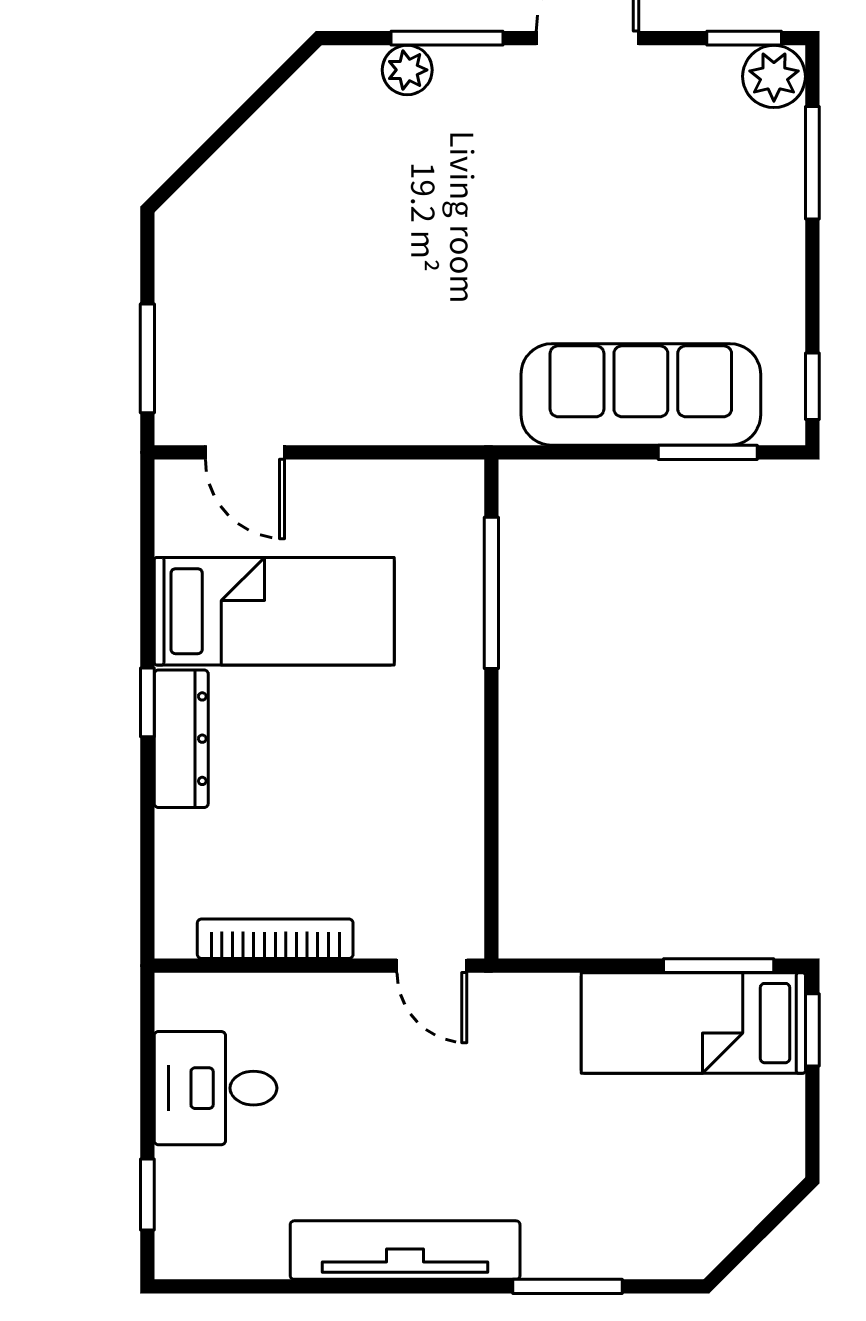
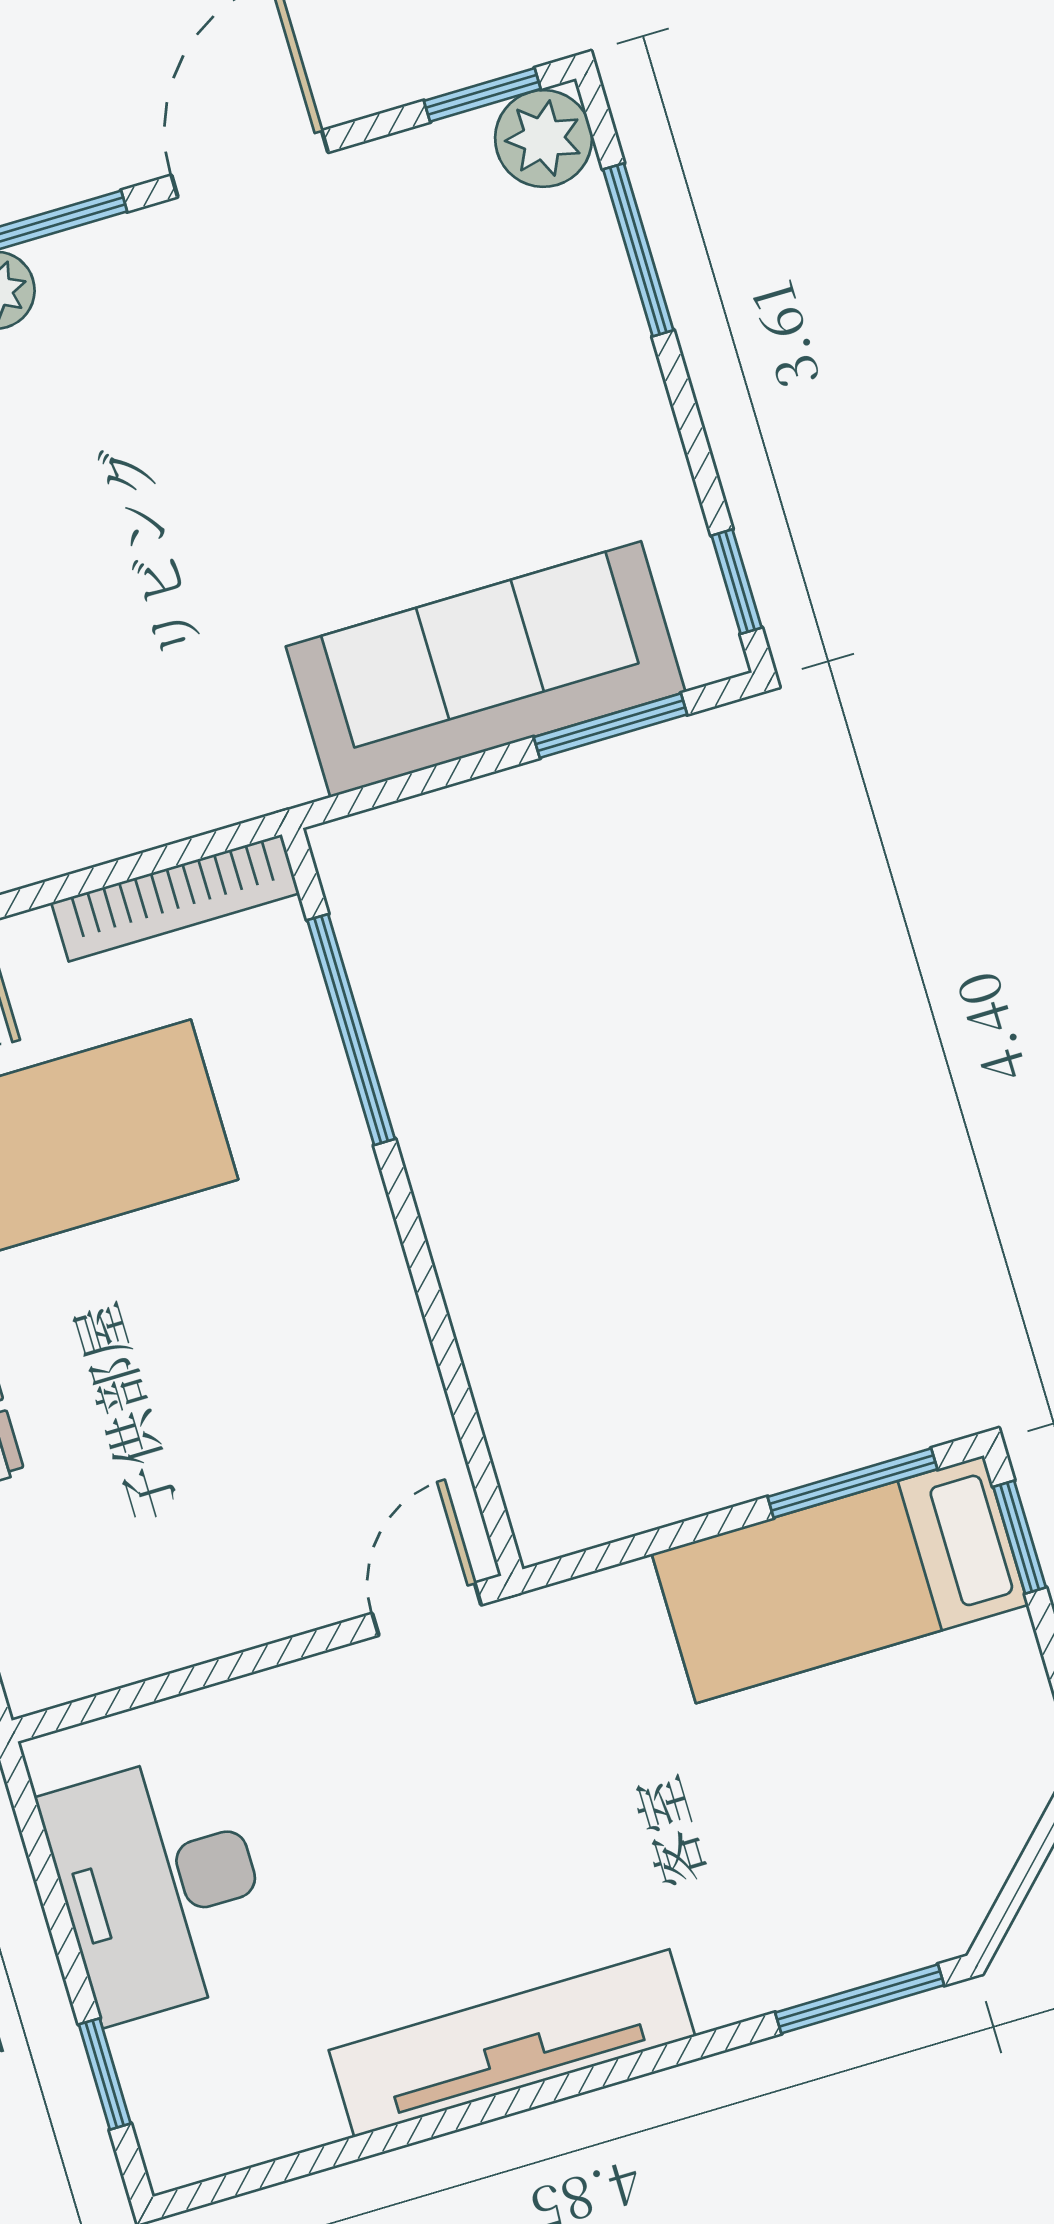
bookcase: (275, 939) -> (175, 898), moved, turned 180
door: (432, 966) -> (427, 1609), swing flipped
desk: (216, 1088) -> (159, 1886), width x1.37
window: (568, 1286) -> (860, 1999), moved

